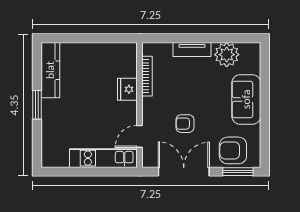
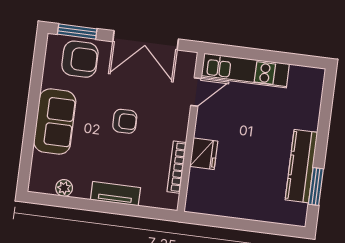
plant: (227, 55) -> (64, 188), width x0.53, depth x0.53
kitchen counter: (50, 70) -> (301, 166), moved
window: (37, 105) -> (316, 186), moved
armchair: (185, 124) -> (125, 121), moved

